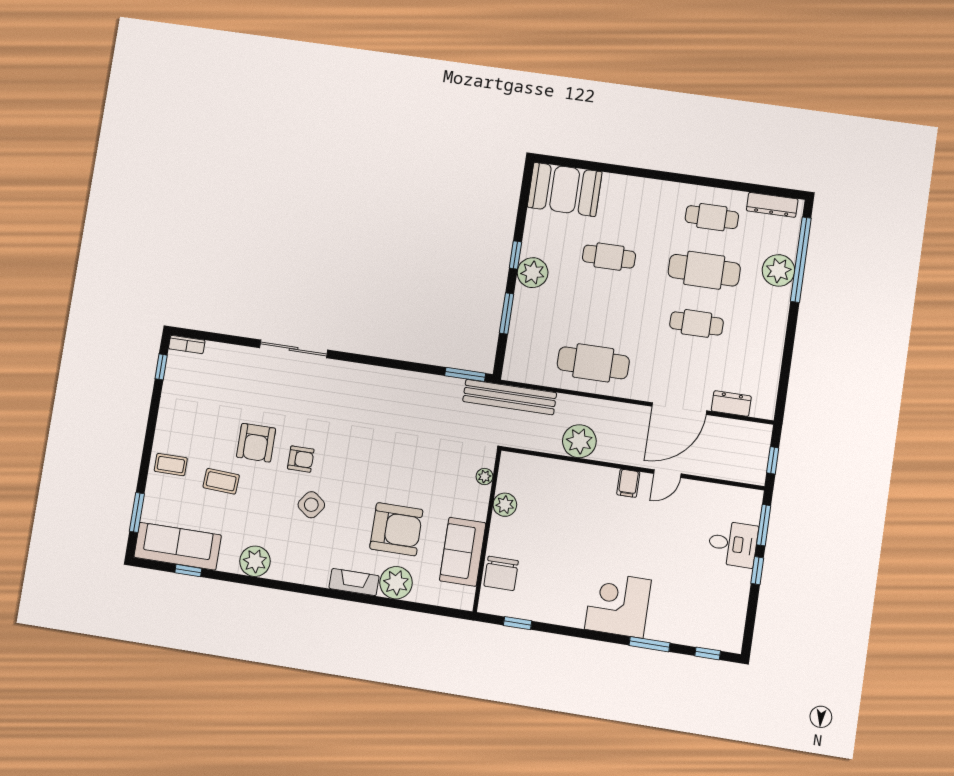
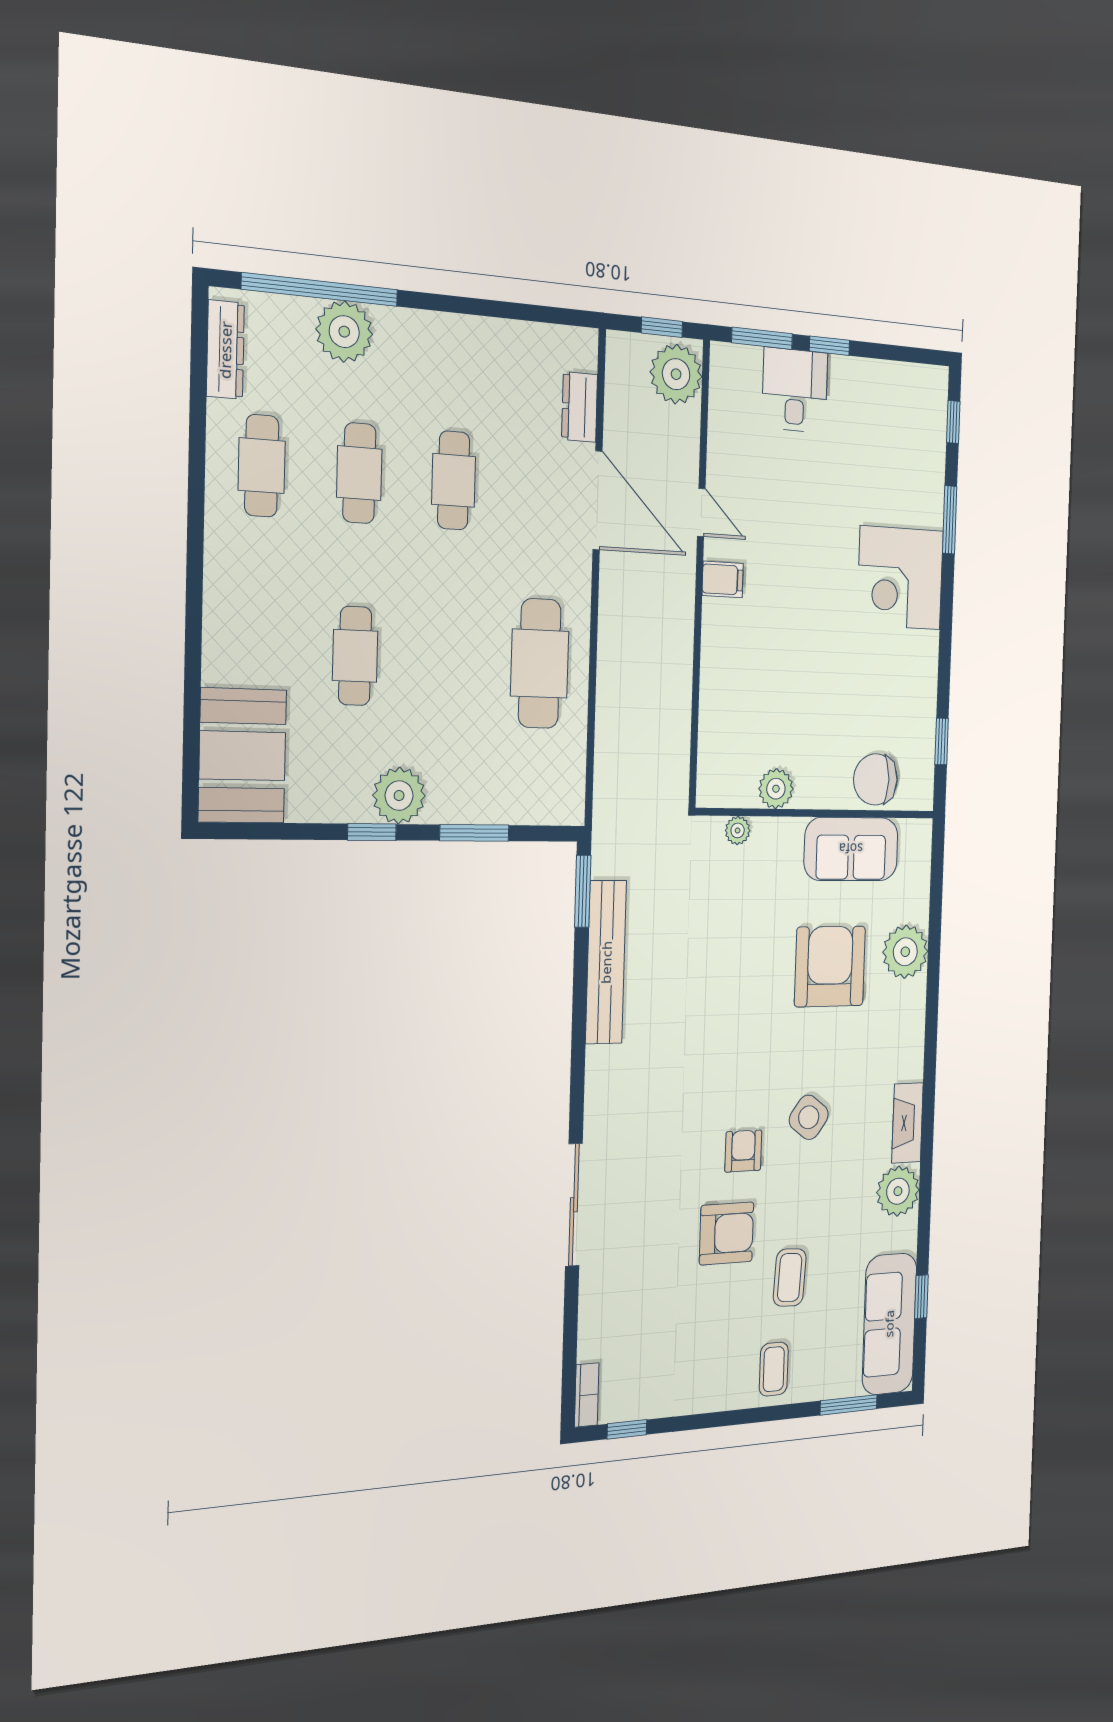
cafe table: (704, 270) -> (359, 473), width x0.73, depth x0.74
bench: (510, 397) -> (606, 962), moved
plant: (579, 441) -> (676, 374), moved
chair: (501, 573) -> (875, 779), turned 180
fireplace: (354, 582) -> (907, 1123), moved

